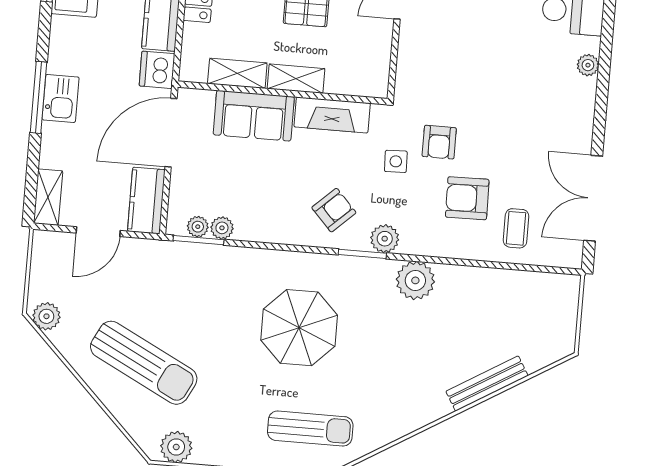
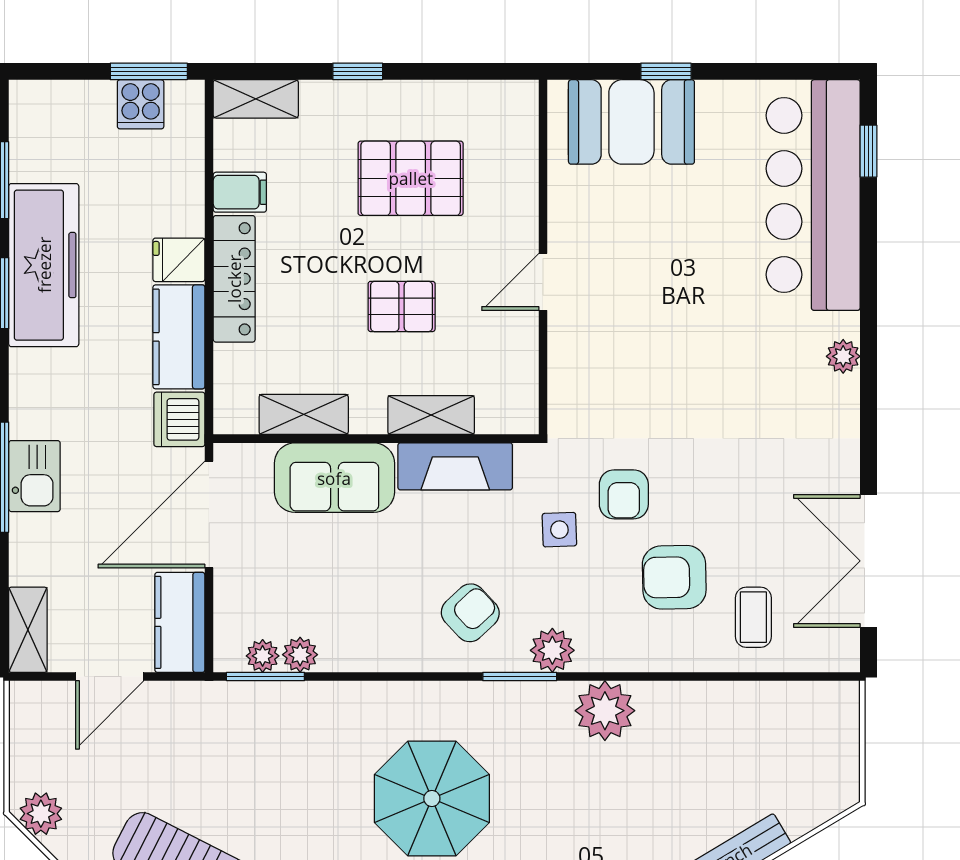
shelving: (296, 79) -> (431, 415), moved

